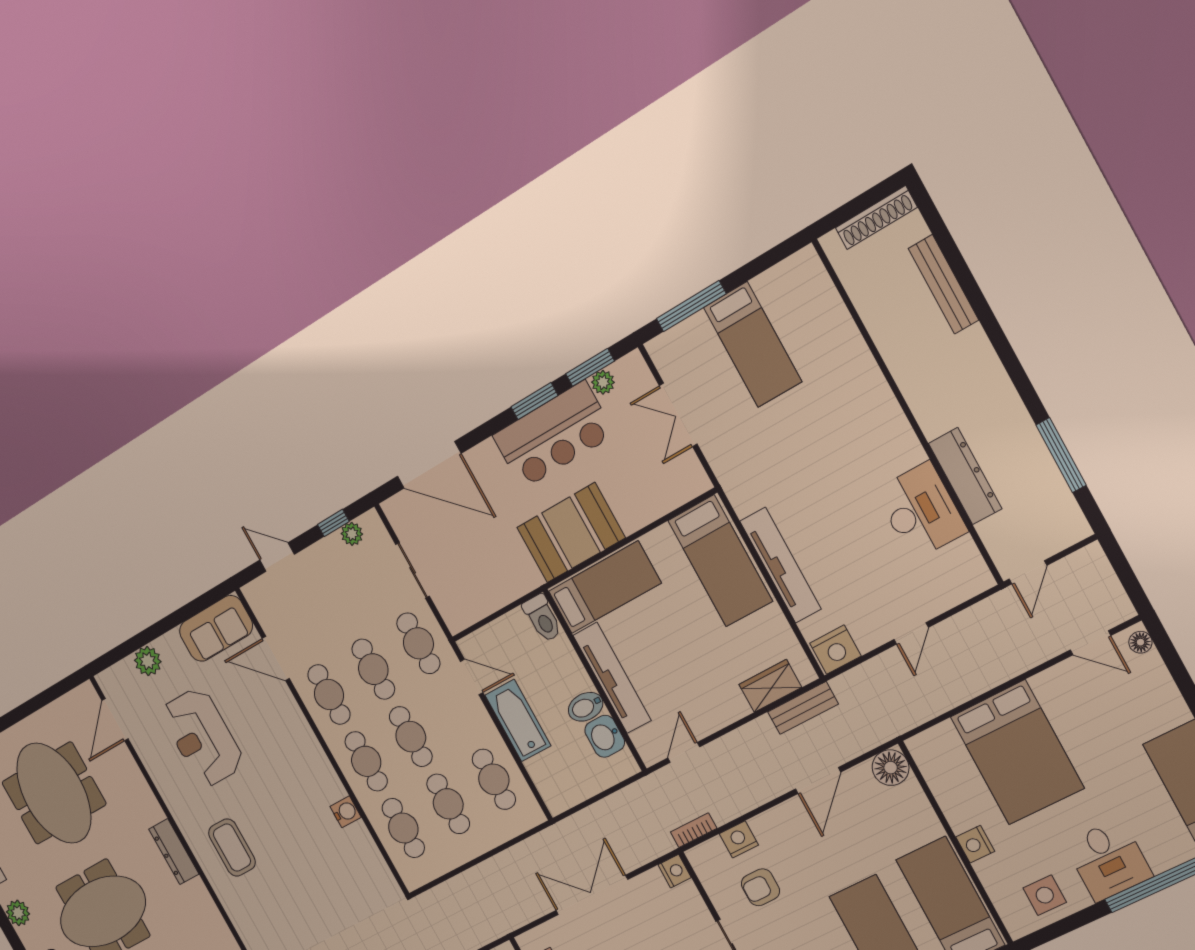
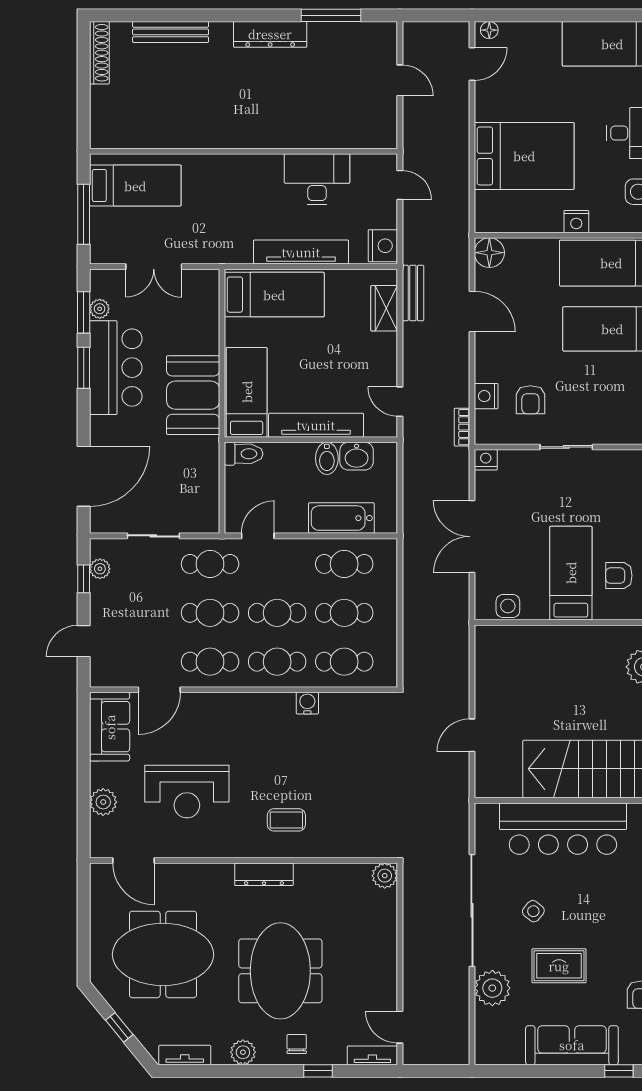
wall: (908, 412) -> (244, 151), moved
dresser: (965, 476) -> (270, 34), moved, turned 180
desk: (921, 511) -> (317, 179), moved
bathtub: (518, 720) -> (341, 518), moved
coffee table: (232, 848) -> (286, 820), width x0.73, depth x0.77

